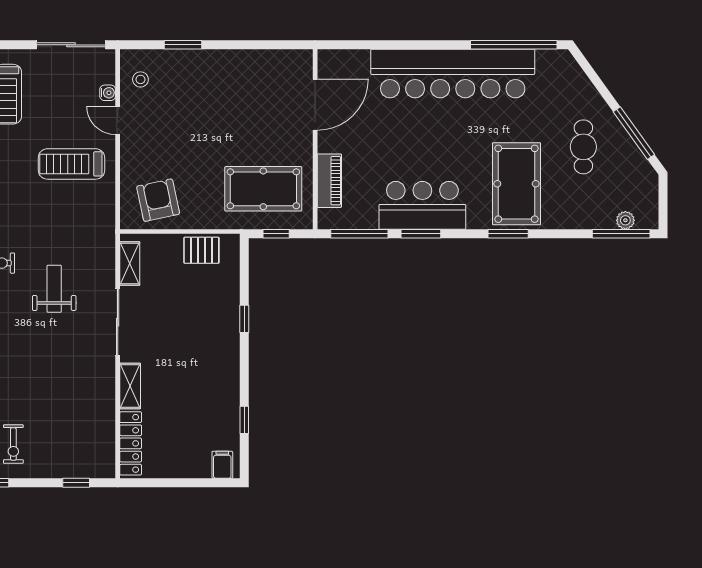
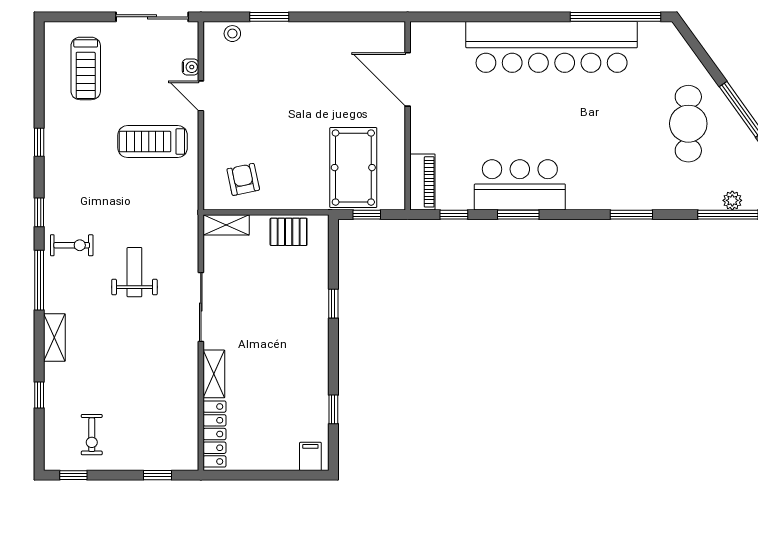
stool: (140, 79) -> (232, 34), moved
door: (315, 105) -> (408, 79), swing flipped
cafe table: (583, 147) -> (688, 124), width x1.37, depth x1.35
piano: (329, 181) -> (422, 182), moved
pool table: (516, 184) -> (618, 162), removed
pool table: (263, 189) -> (353, 168), turned 90
armchair: (158, 200) -> (243, 179), width x0.72, depth x0.72
window: (359, 234) -> (454, 215), width x0.46
window: (508, 234) -> (631, 215), moved
shelving: (130, 263) -> (226, 225), moved, turned 90

